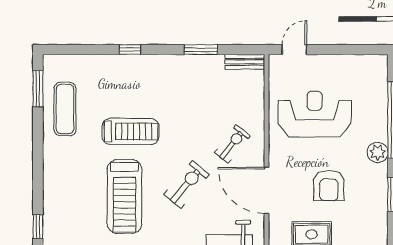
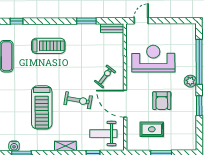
window: (130, 50) -> (17, 21), moved
treadmill: (130, 131) -> (48, 46), moved
exercise bike: (186, 184) -> (78, 100), turned 60

